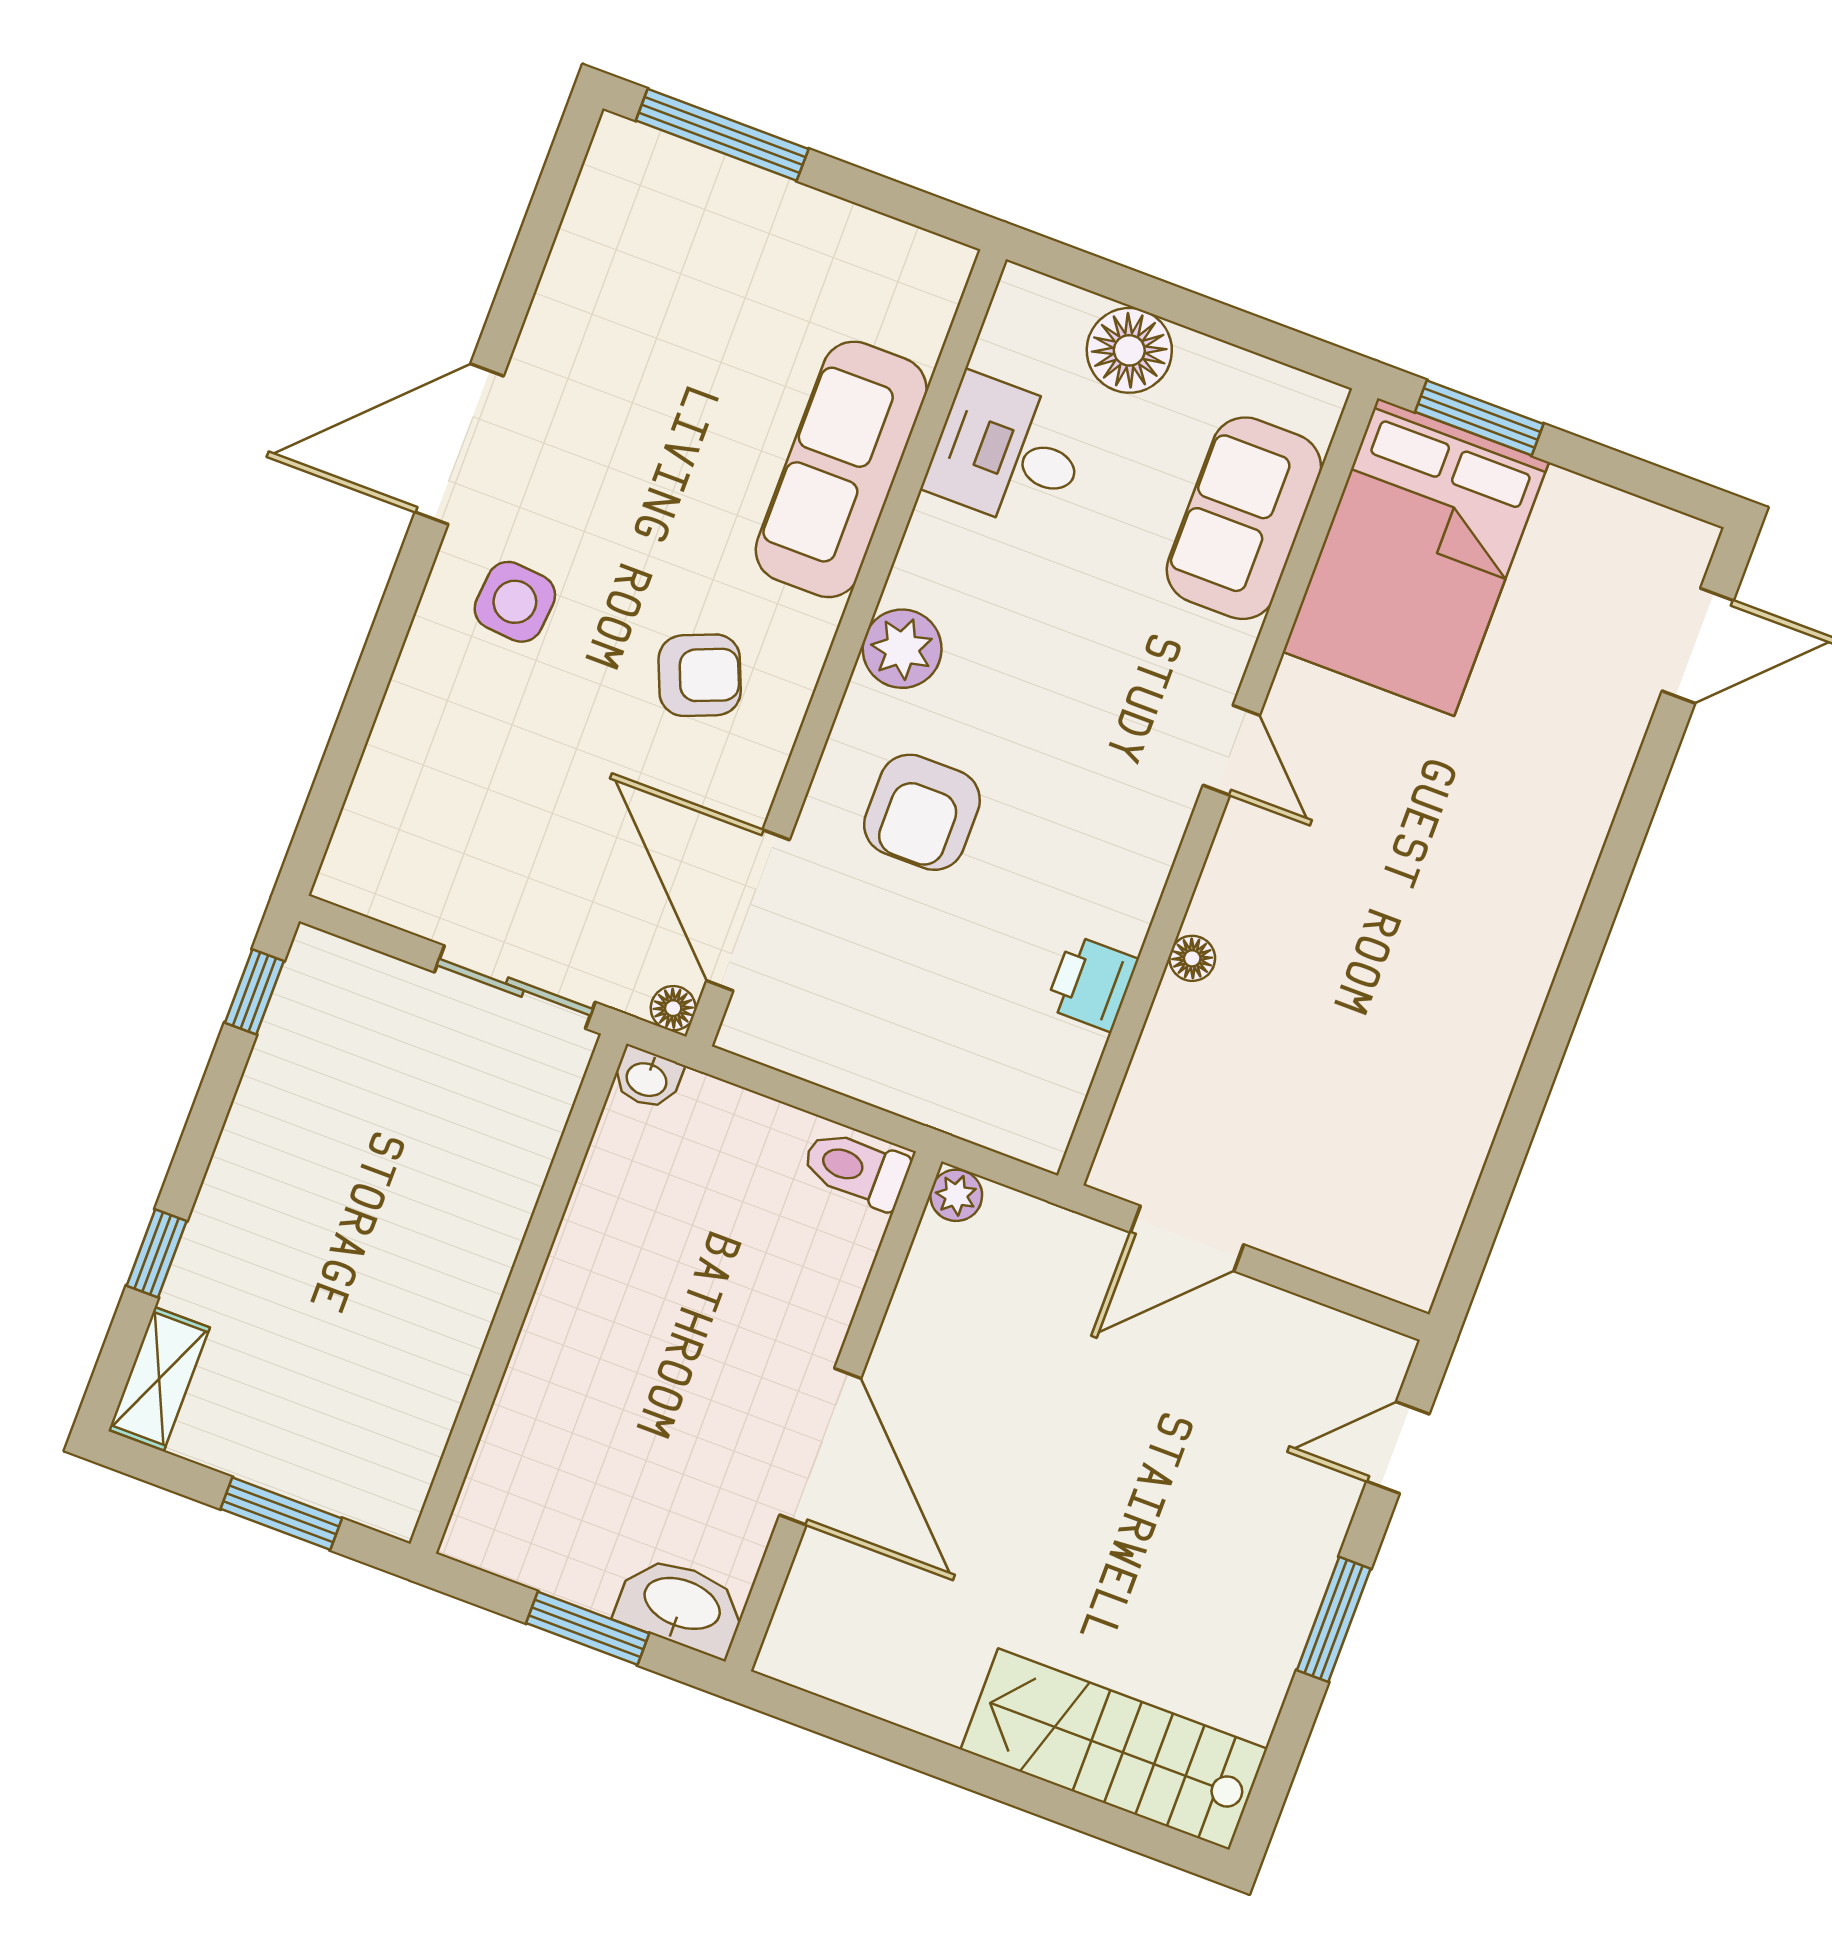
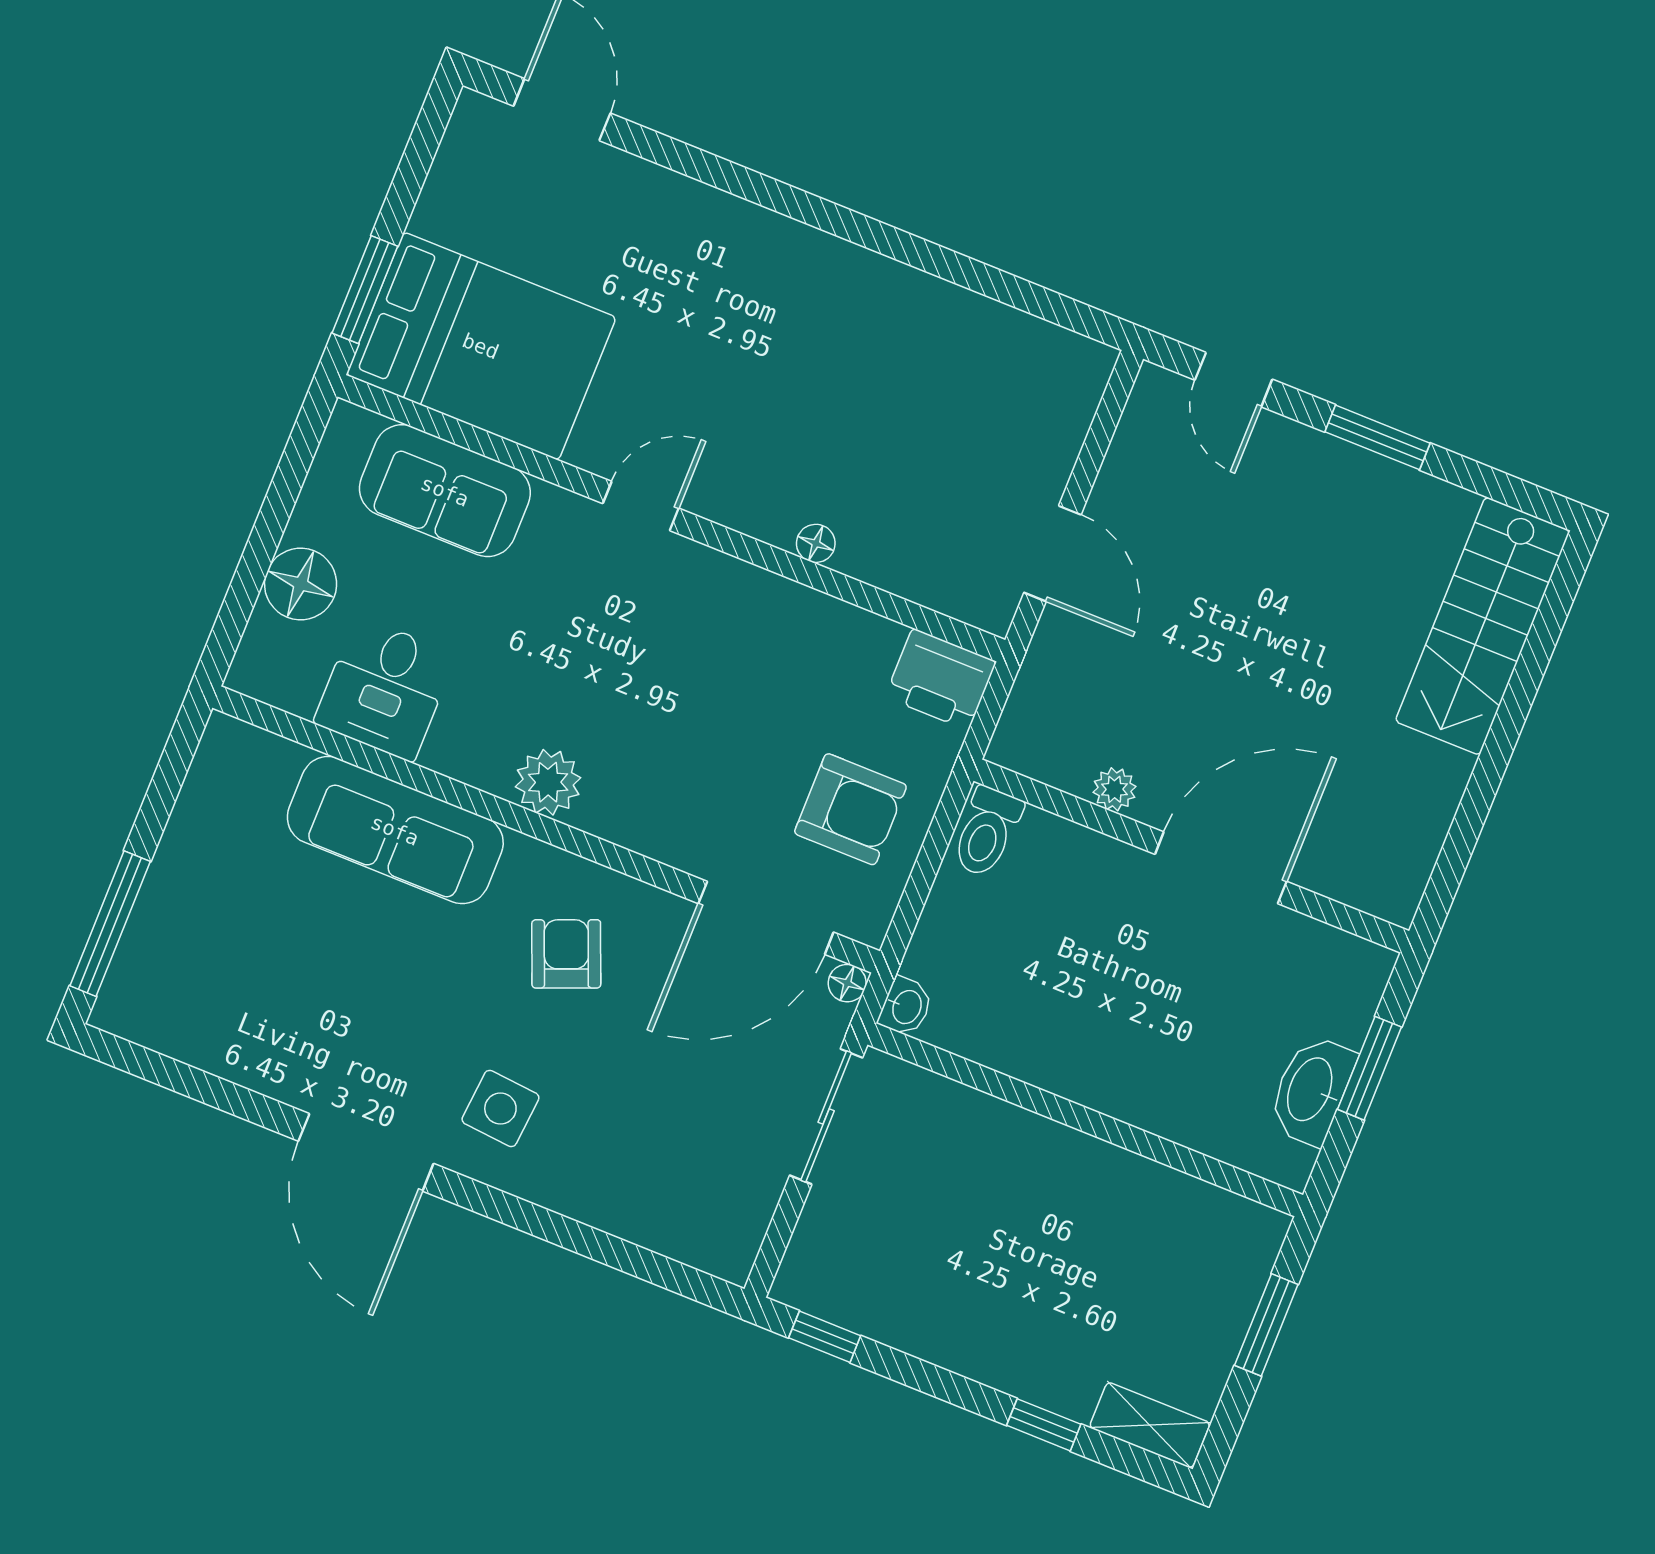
armchair: (922, 812) -> (850, 809), moved
printer: (1092, 983) -> (941, 679), moved, width x1.36, depth x1.24
plant: (956, 1195) -> (1115, 789), moved
washbasin: (681, 1606) -> (1311, 1090), moved

